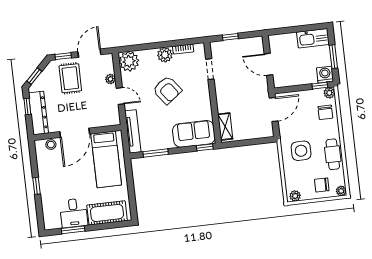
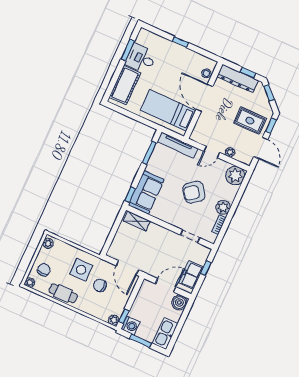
boiler: (277, 42) -> (179, 303), added
freezer: (245, 47) -> (191, 275), added
chair: (325, 112) -> (100, 285), moved

